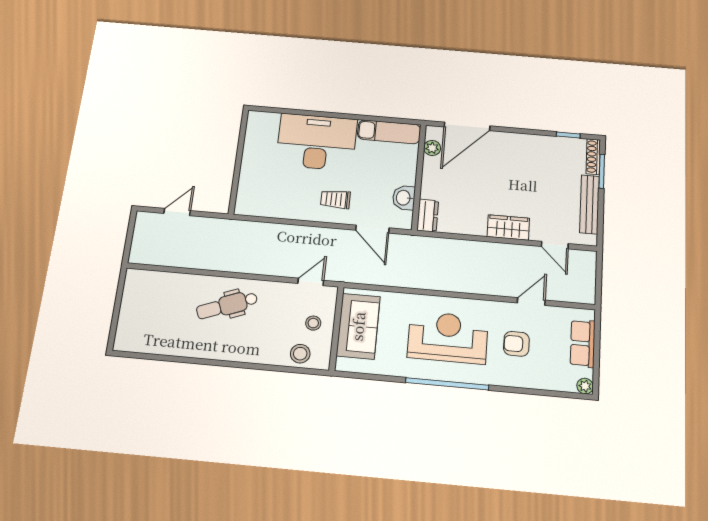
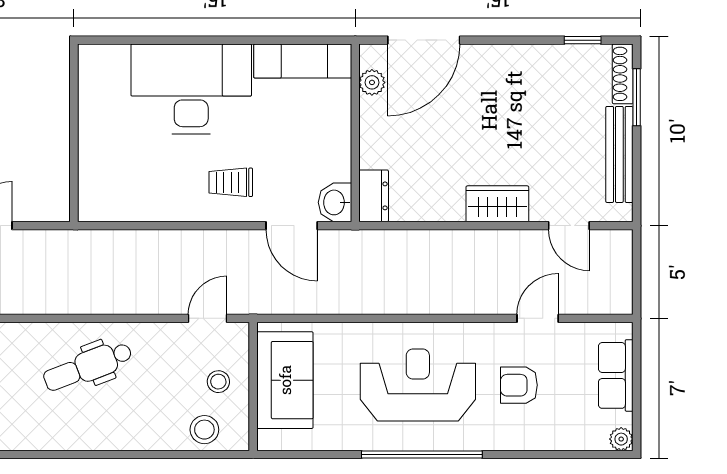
washbasin: (404, 198) -> (335, 202), moved

